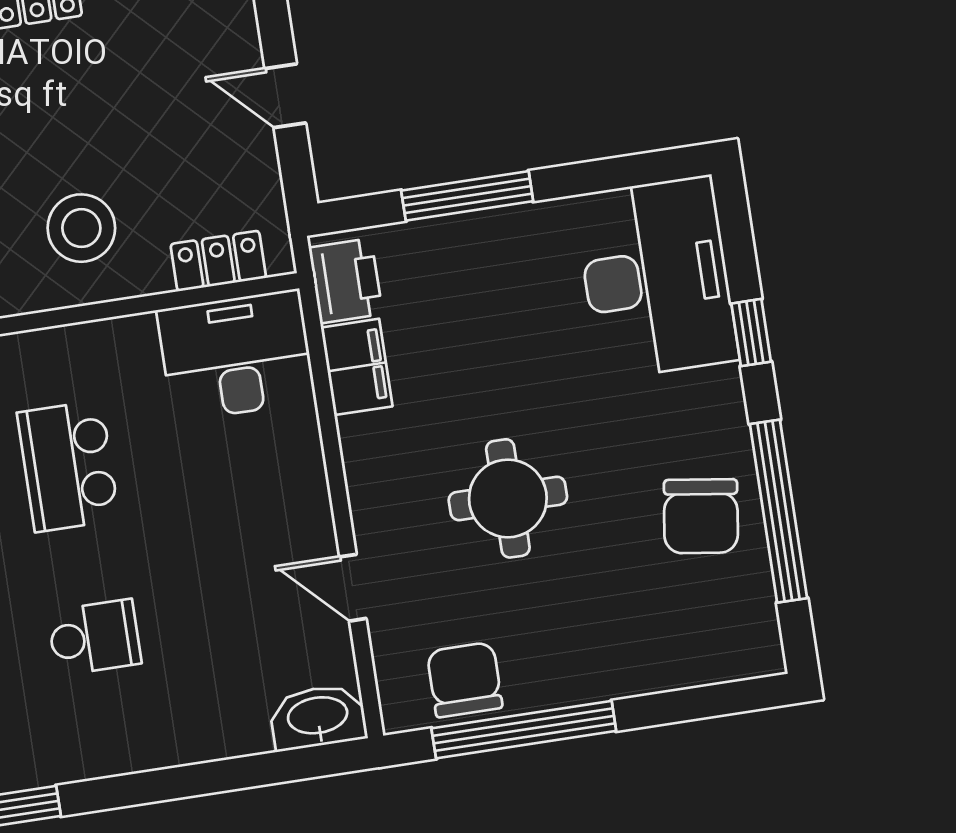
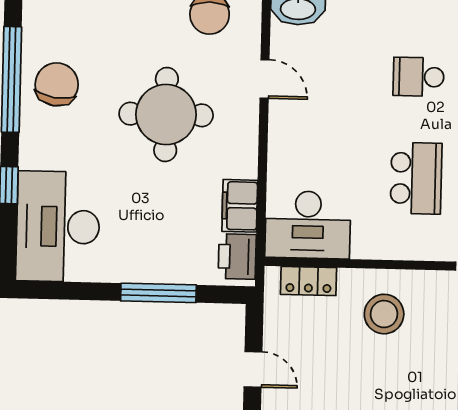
round table: (508, 498) -> (166, 114), width x1.36, depth x1.36

